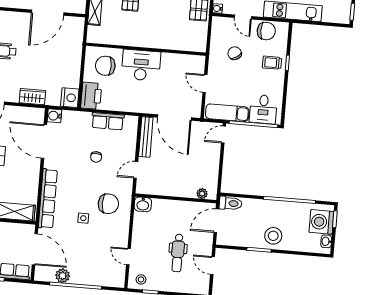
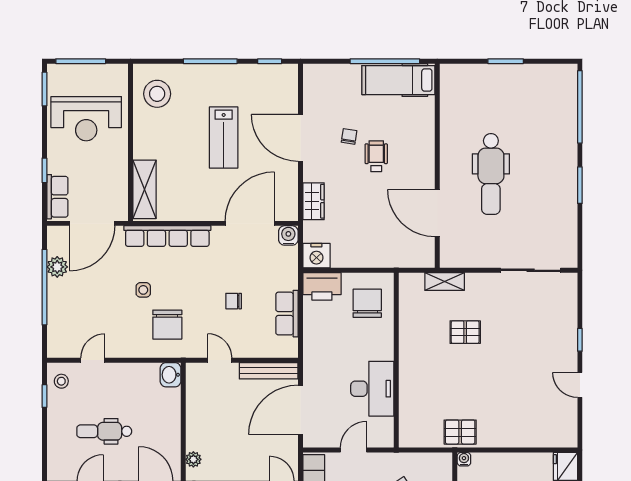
desk: (141, 65) -> (372, 389), moved

